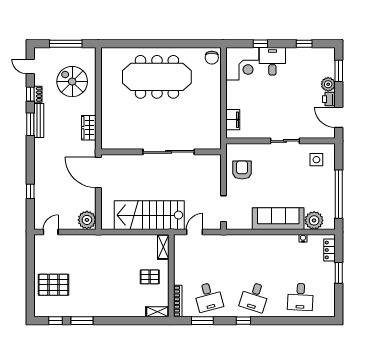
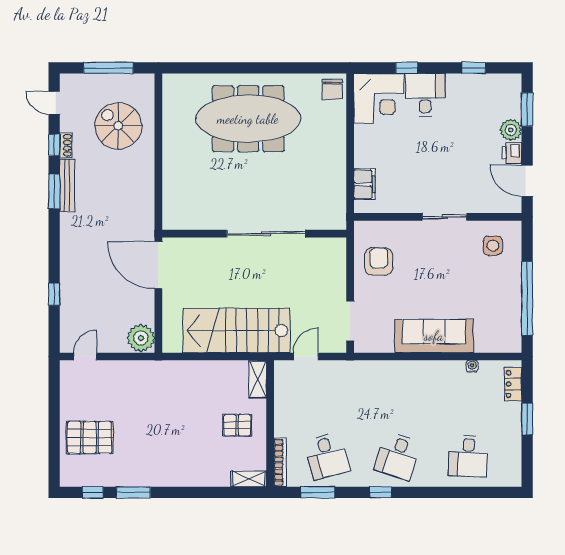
wardrobe: (89, 128) -> (144, 197), removed
plant: (314, 220) -> (489, 339), removed

